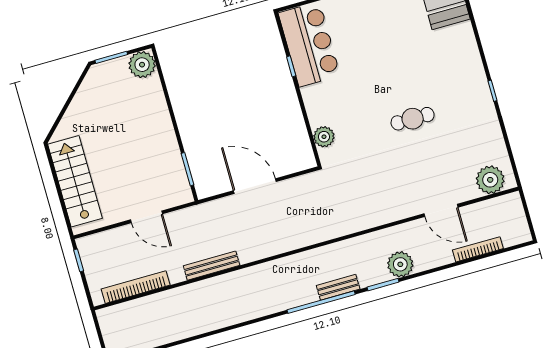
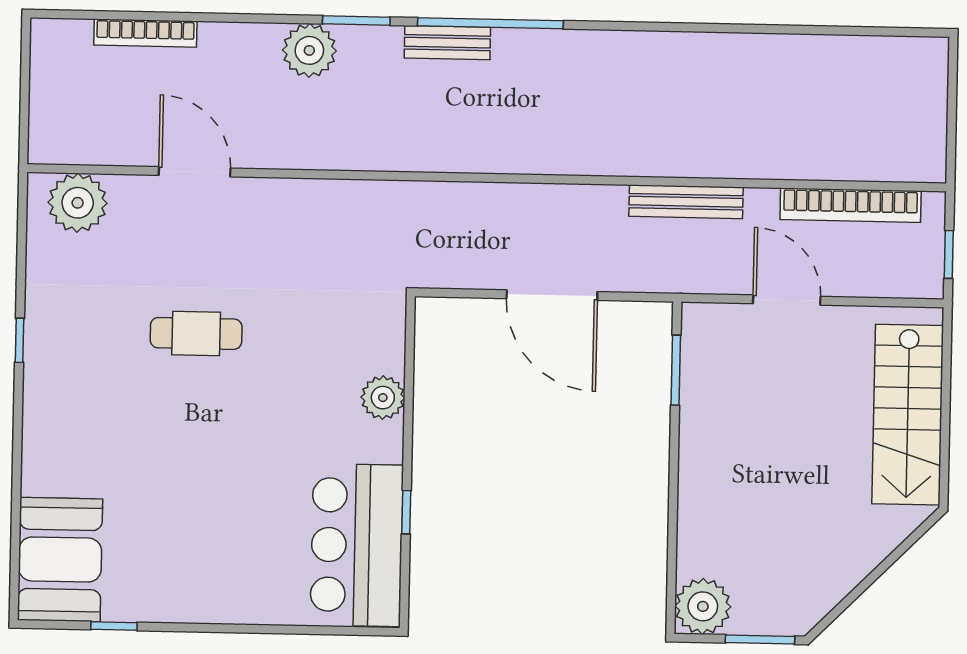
plant: (324, 137) -> (383, 398), moved
plant: (490, 180) -> (78, 203), moved
door: (441, 210) -> (195, 172), moved
wall: (306, 249) -> (487, 178), moved
bench: (212, 266) -> (686, 202), moved
bookcase: (136, 287) -> (851, 205), moved

